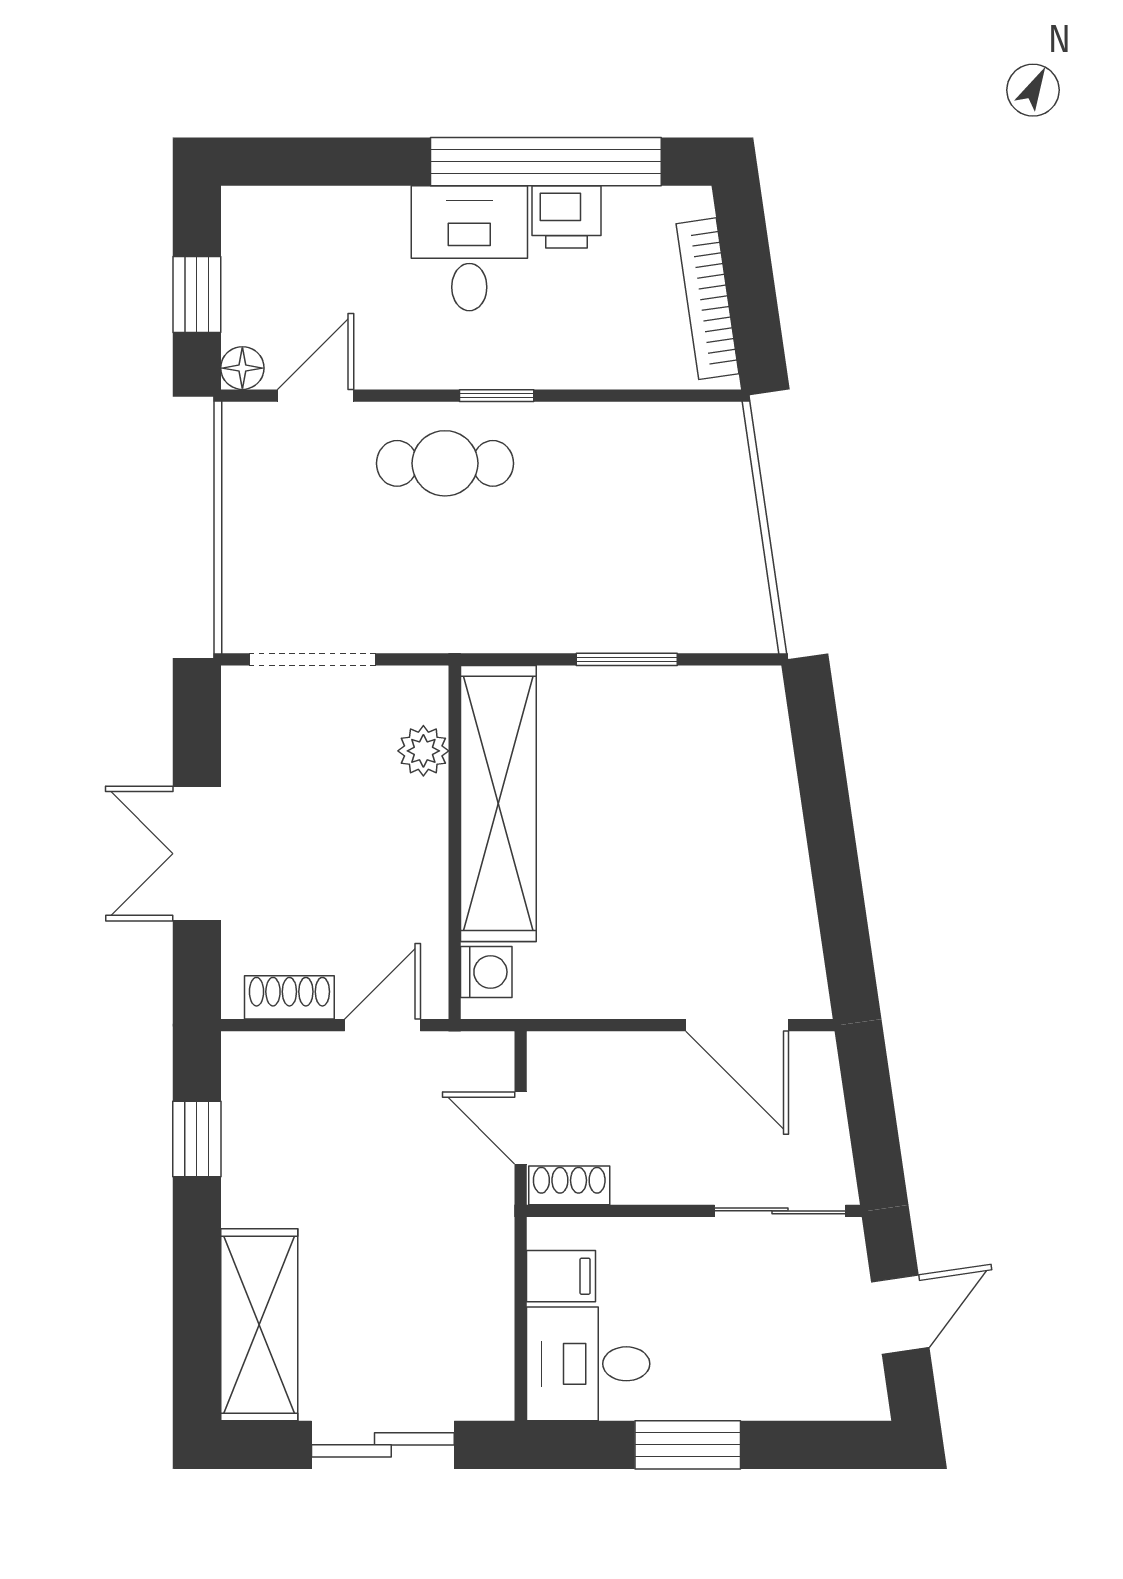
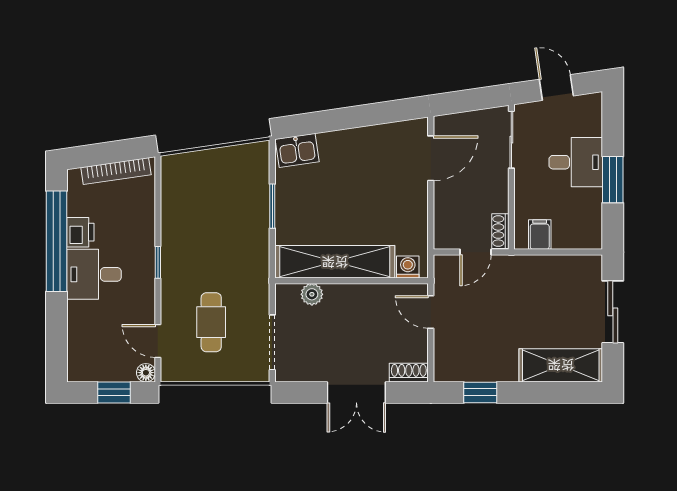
cafe table: (445, 463) -> (211, 322), moved
kitchen sink: (755, 717) -> (297, 150), added
shoe rack: (289, 997) -> (409, 373), moved, turned 90
desk: (588, 1364) -> (576, 162), moved, turned -90

